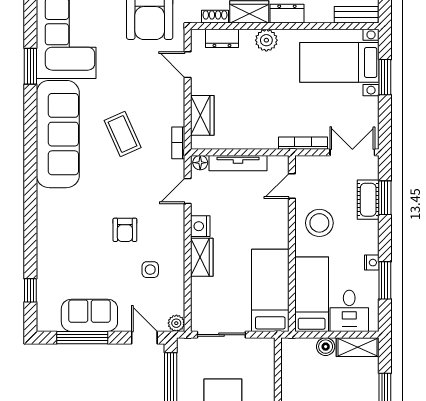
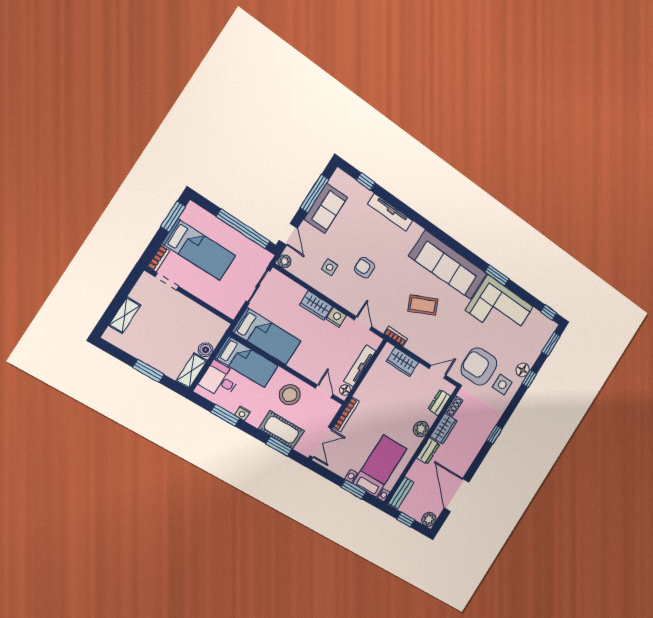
floor lamp: (200, 163) -> (345, 390), moved
cot: (368, 200) -> (281, 430), width x1.37, depth x1.34
tv unit: (45, 241) -> (390, 212), added
door: (144, 338) -> (288, 234), hinge flipped

